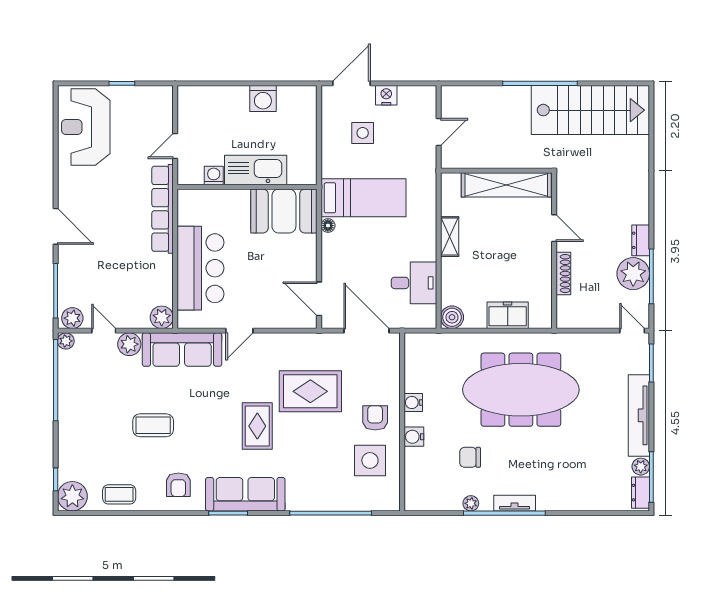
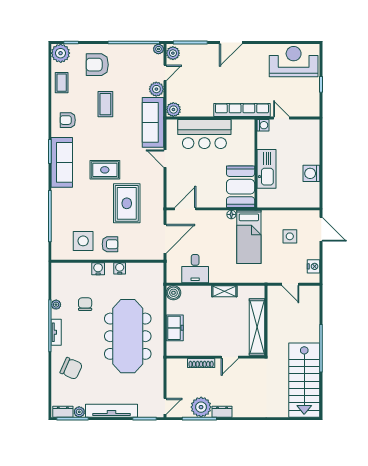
nightstand: (386, 95) -> (314, 266), moved
washing machine: (214, 175) -> (263, 125), moved
armchair: (91, 438) -> (97, 65), added
chair: (572, 479) -> (71, 368), added

